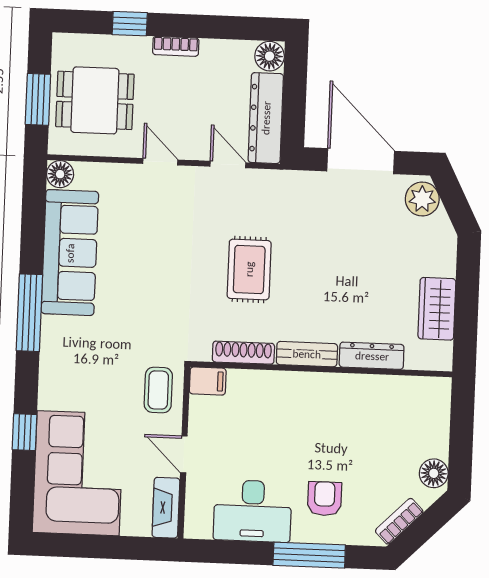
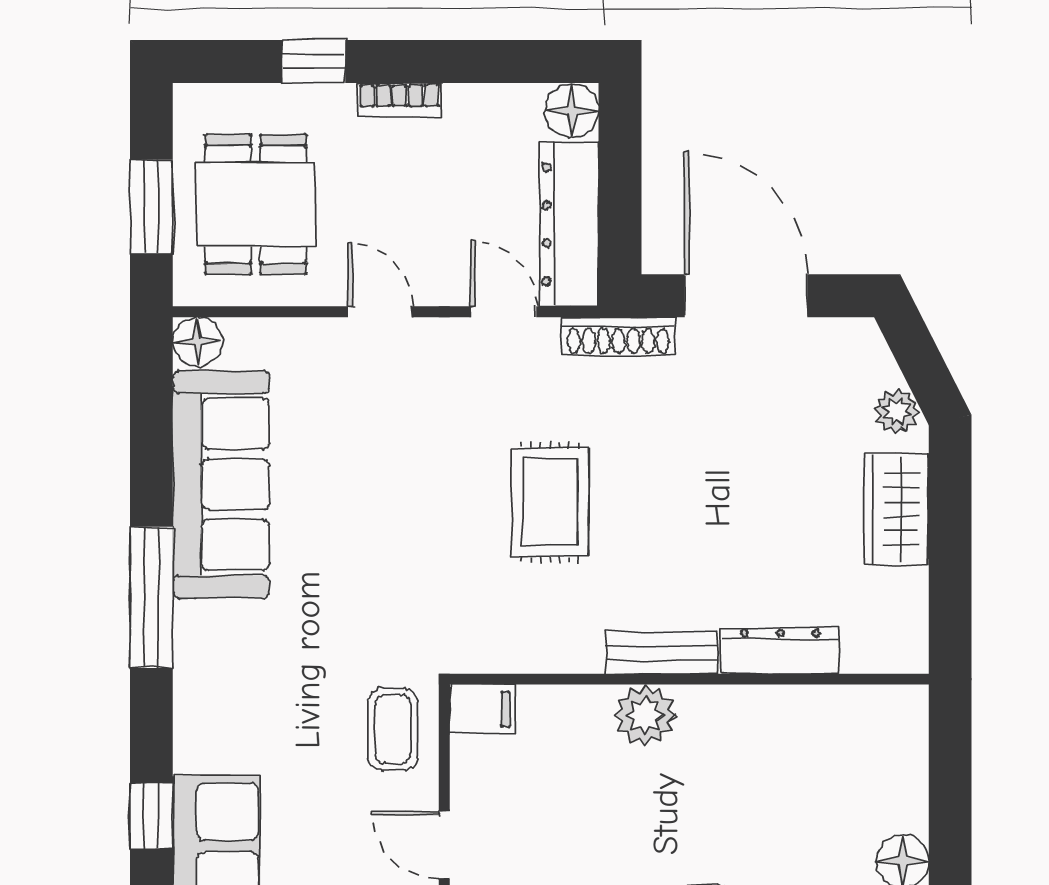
dining table: (95, 100) -> (256, 204), turned 90
plant: (422, 199) -> (897, 411), moved, width x0.73, depth x0.73
wardrobe: (437, 309) -> (896, 509), moved
shoe rack: (243, 353) -> (618, 336), moved, turned 180
plant: (296, 388) -> (645, 715), added

